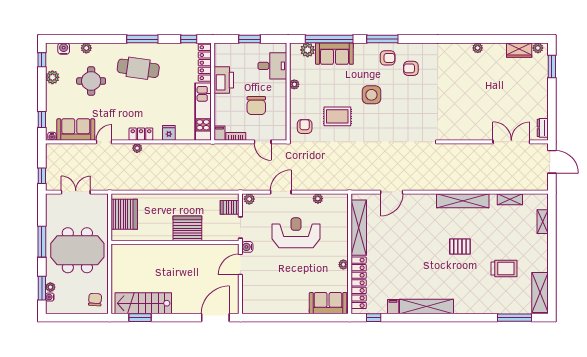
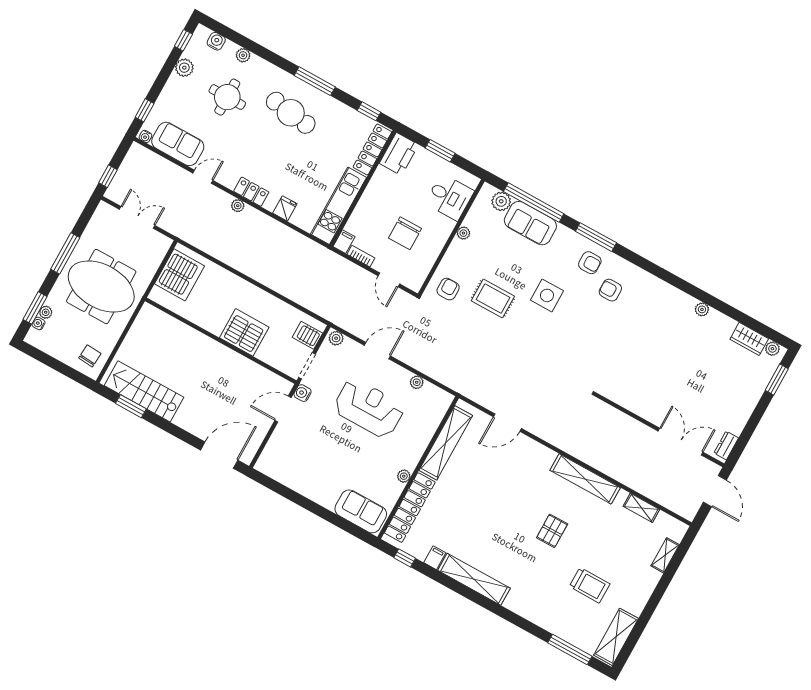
printer: (224, 80) -> (399, 154), moved
pallet: (460, 247) -> (552, 531), turned 90

